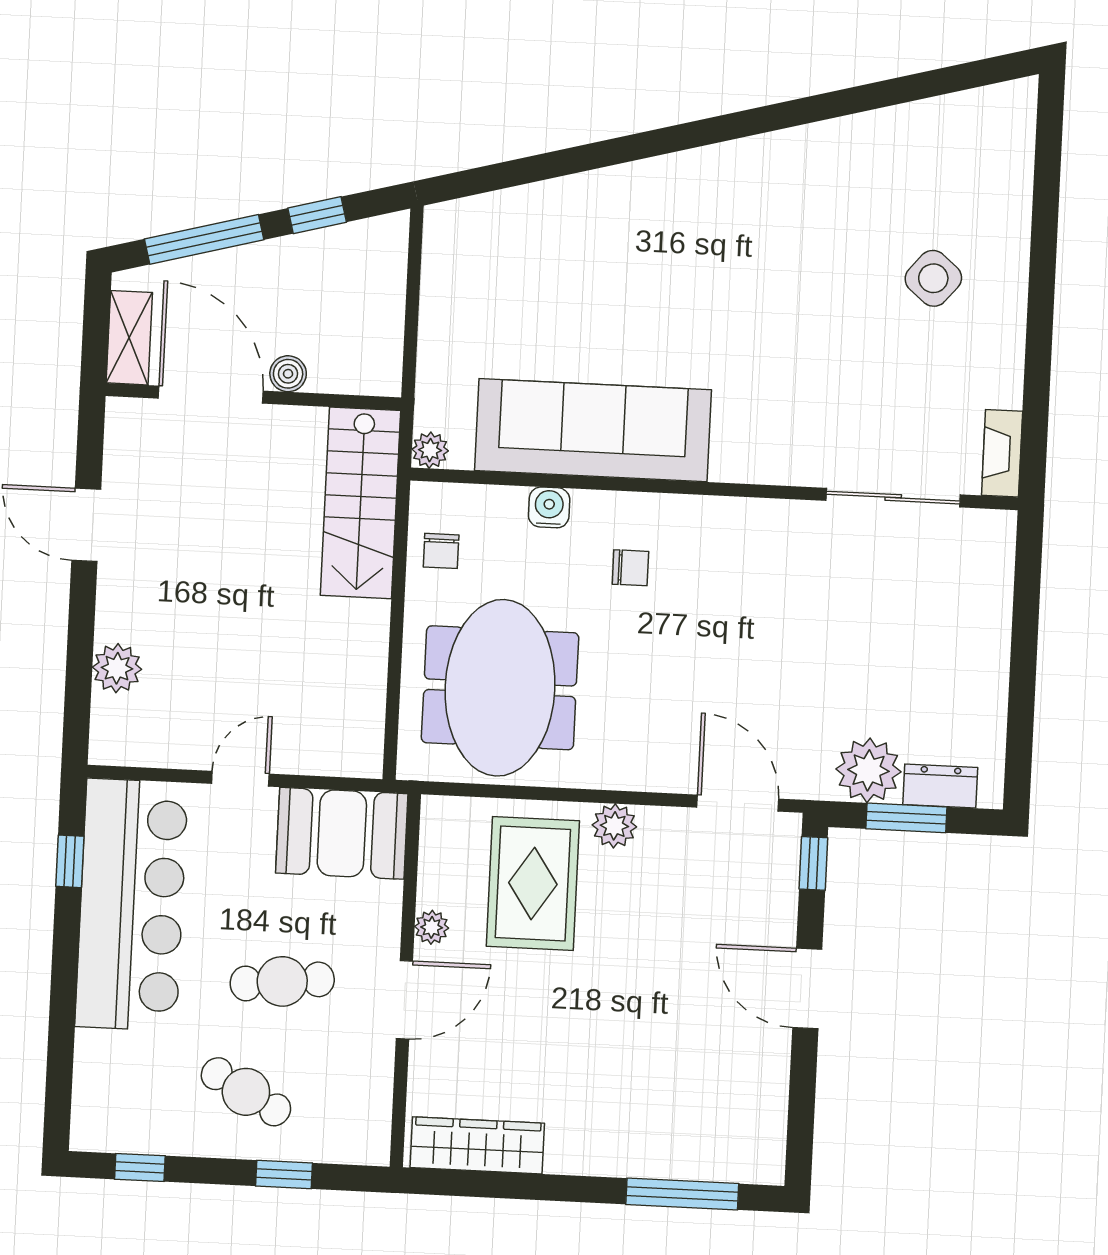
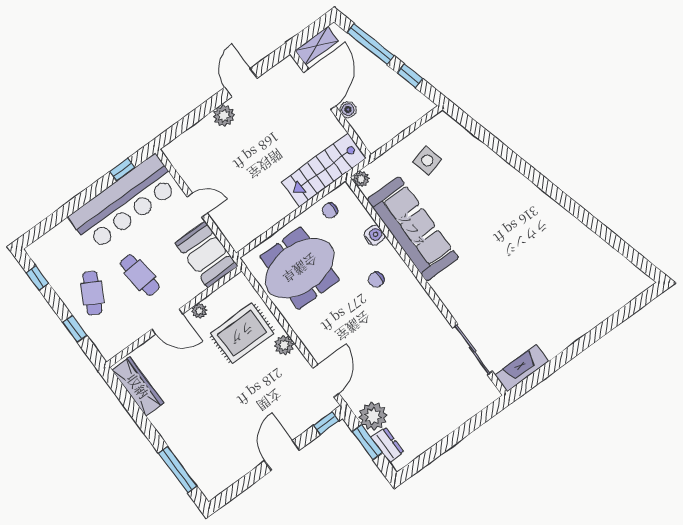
side table: (933, 278) -> (427, 161), moved, turned 37
fireplace: (1002, 453) -> (522, 368), width x1.37, depth x1.32
chair: (630, 568) -> (376, 280), turned 90
plant: (117, 668) -> (224, 116), moved

